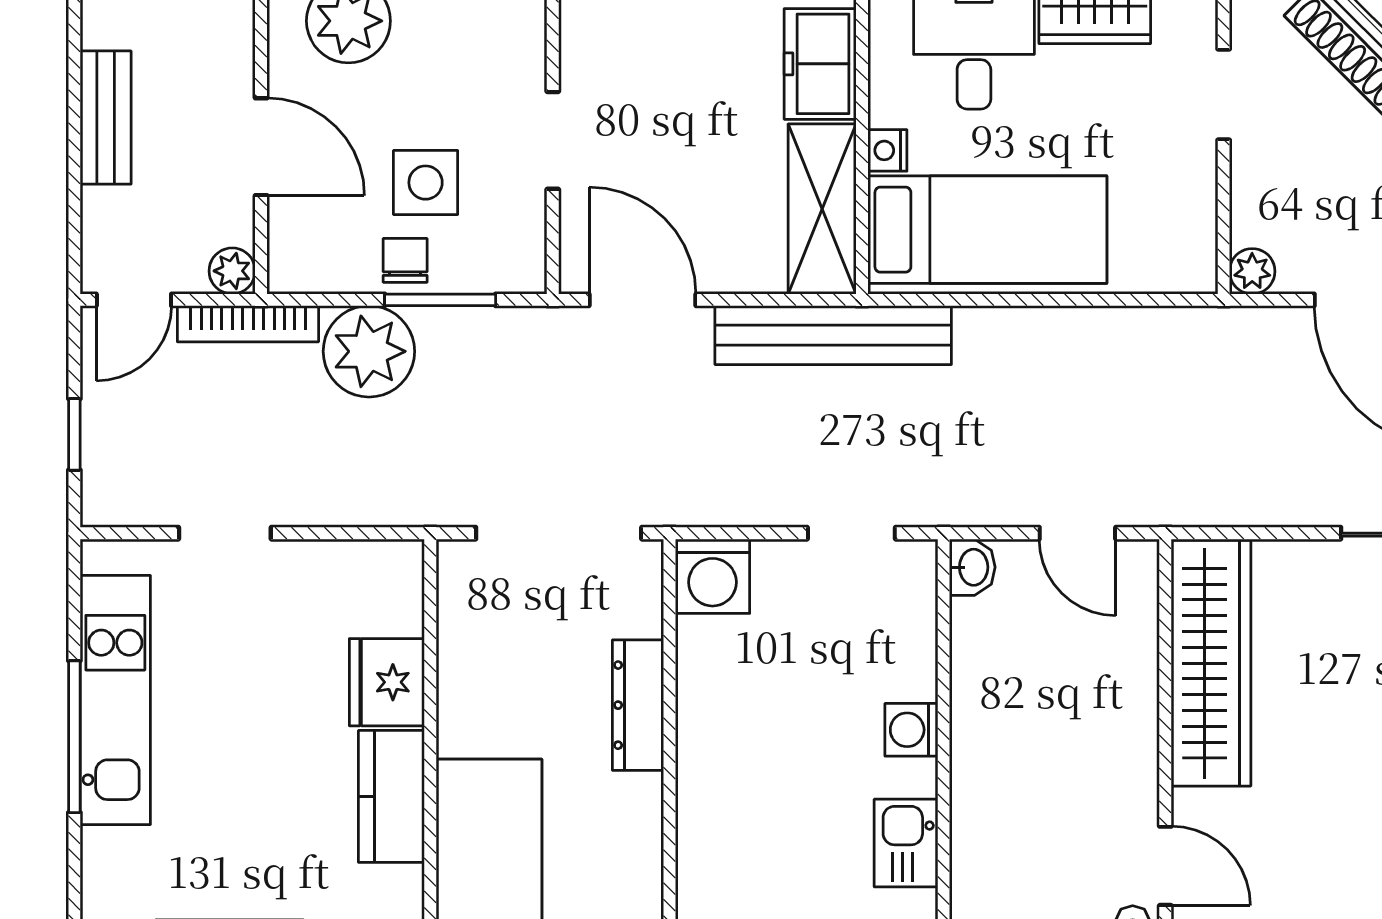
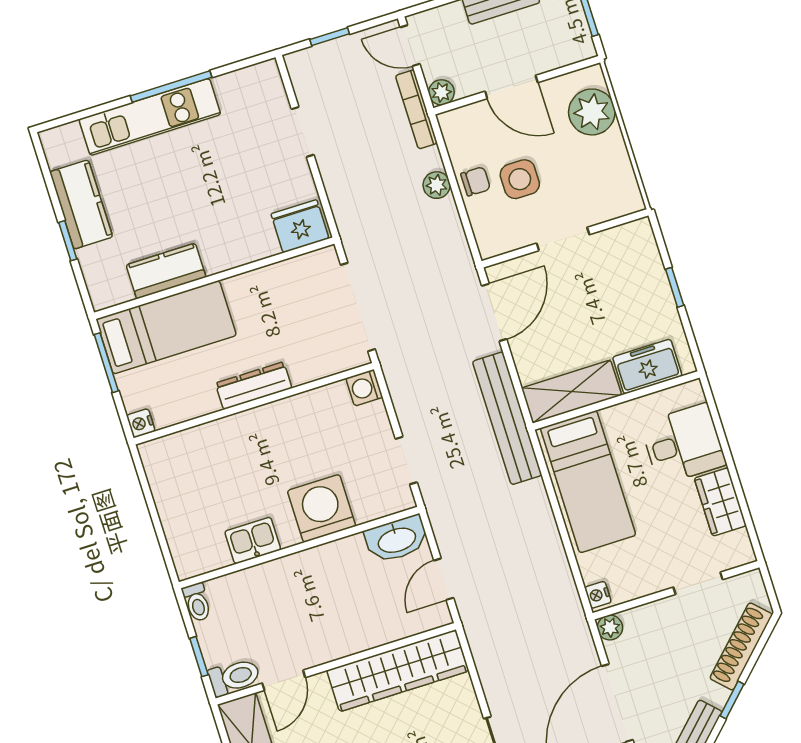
door: (261, 147) -> (511, 87), hinge flipped
nightstand: (887, 150) -> (598, 595), moved, turned -90
window: (440, 300) -> (461, 206), removed
plant: (369, 351) -> (437, 185), width x0.53, depth x0.53
washbasin: (972, 567) -> (397, 539), width x1.91, depth x1.45
washing machine: (712, 576) -> (364, 388), width x0.73, depth x0.73
fridge: (387, 682) -> (300, 226), moved
kitchen unit: (115, 700) -> (150, 117), moved
dresser: (638, 705) -> (254, 386), moved
washing machine: (911, 730) -> (322, 508), width x1.89, depth x1.89
kitchen counter: (391, 796) -> (166, 271), moved

